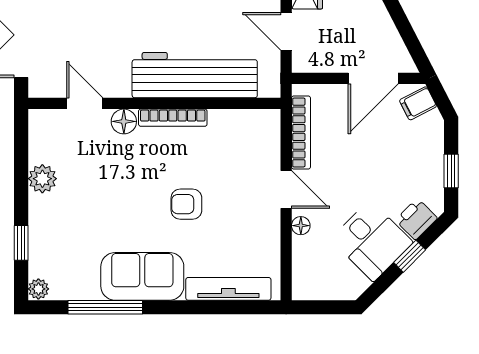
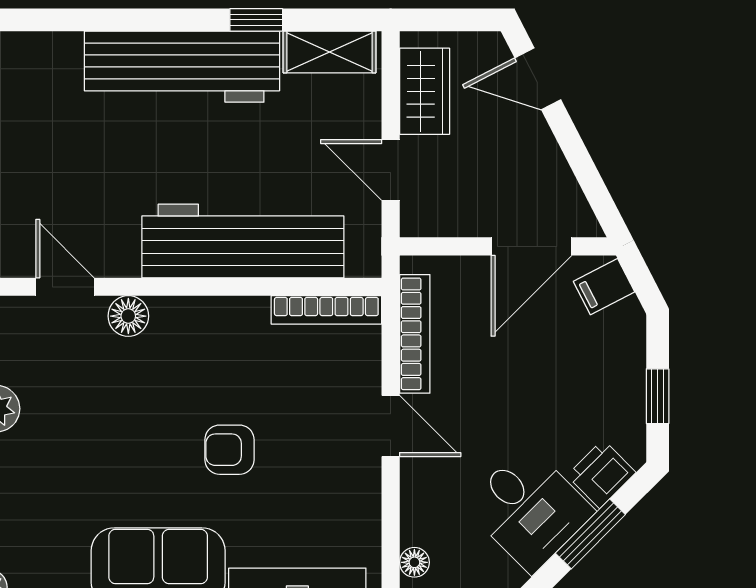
bookcase: (173, 118) -> (326, 310), moved
floor lamp: (301, 226) -> (414, 562), moved
window: (410, 256) -> (590, 534), width x1.50

